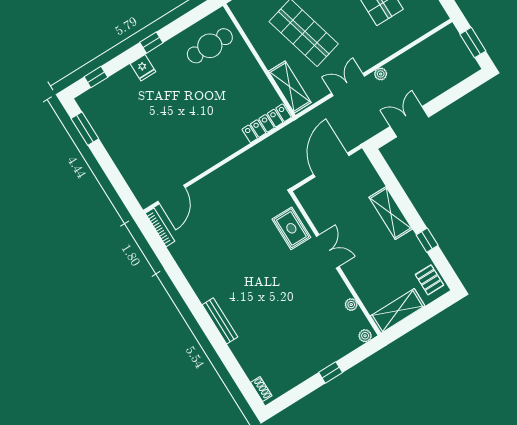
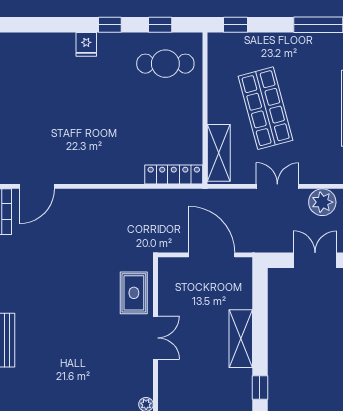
plant: (381, 74) -> (322, 202), width x1.87, depth x1.87
window: (96, 77) -> (160, 25), moved
door: (331, 165) -> (212, 255), hinge flipped

